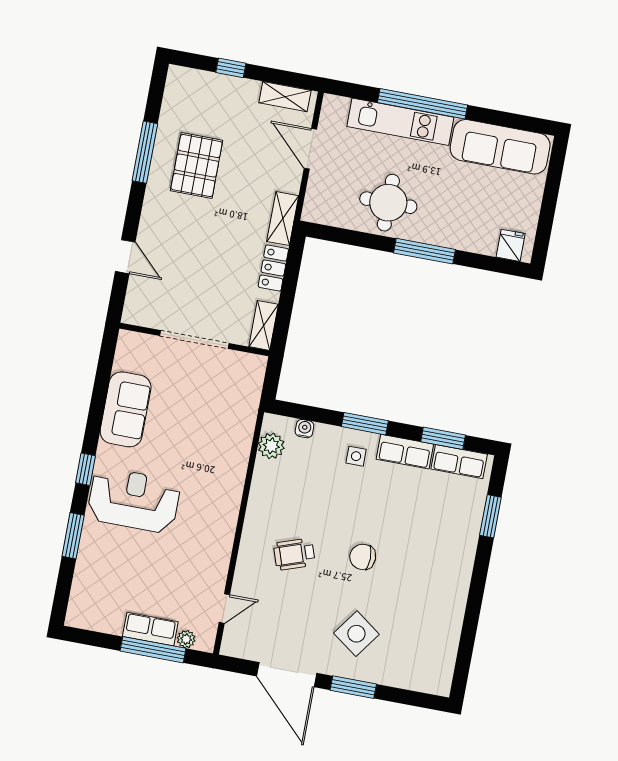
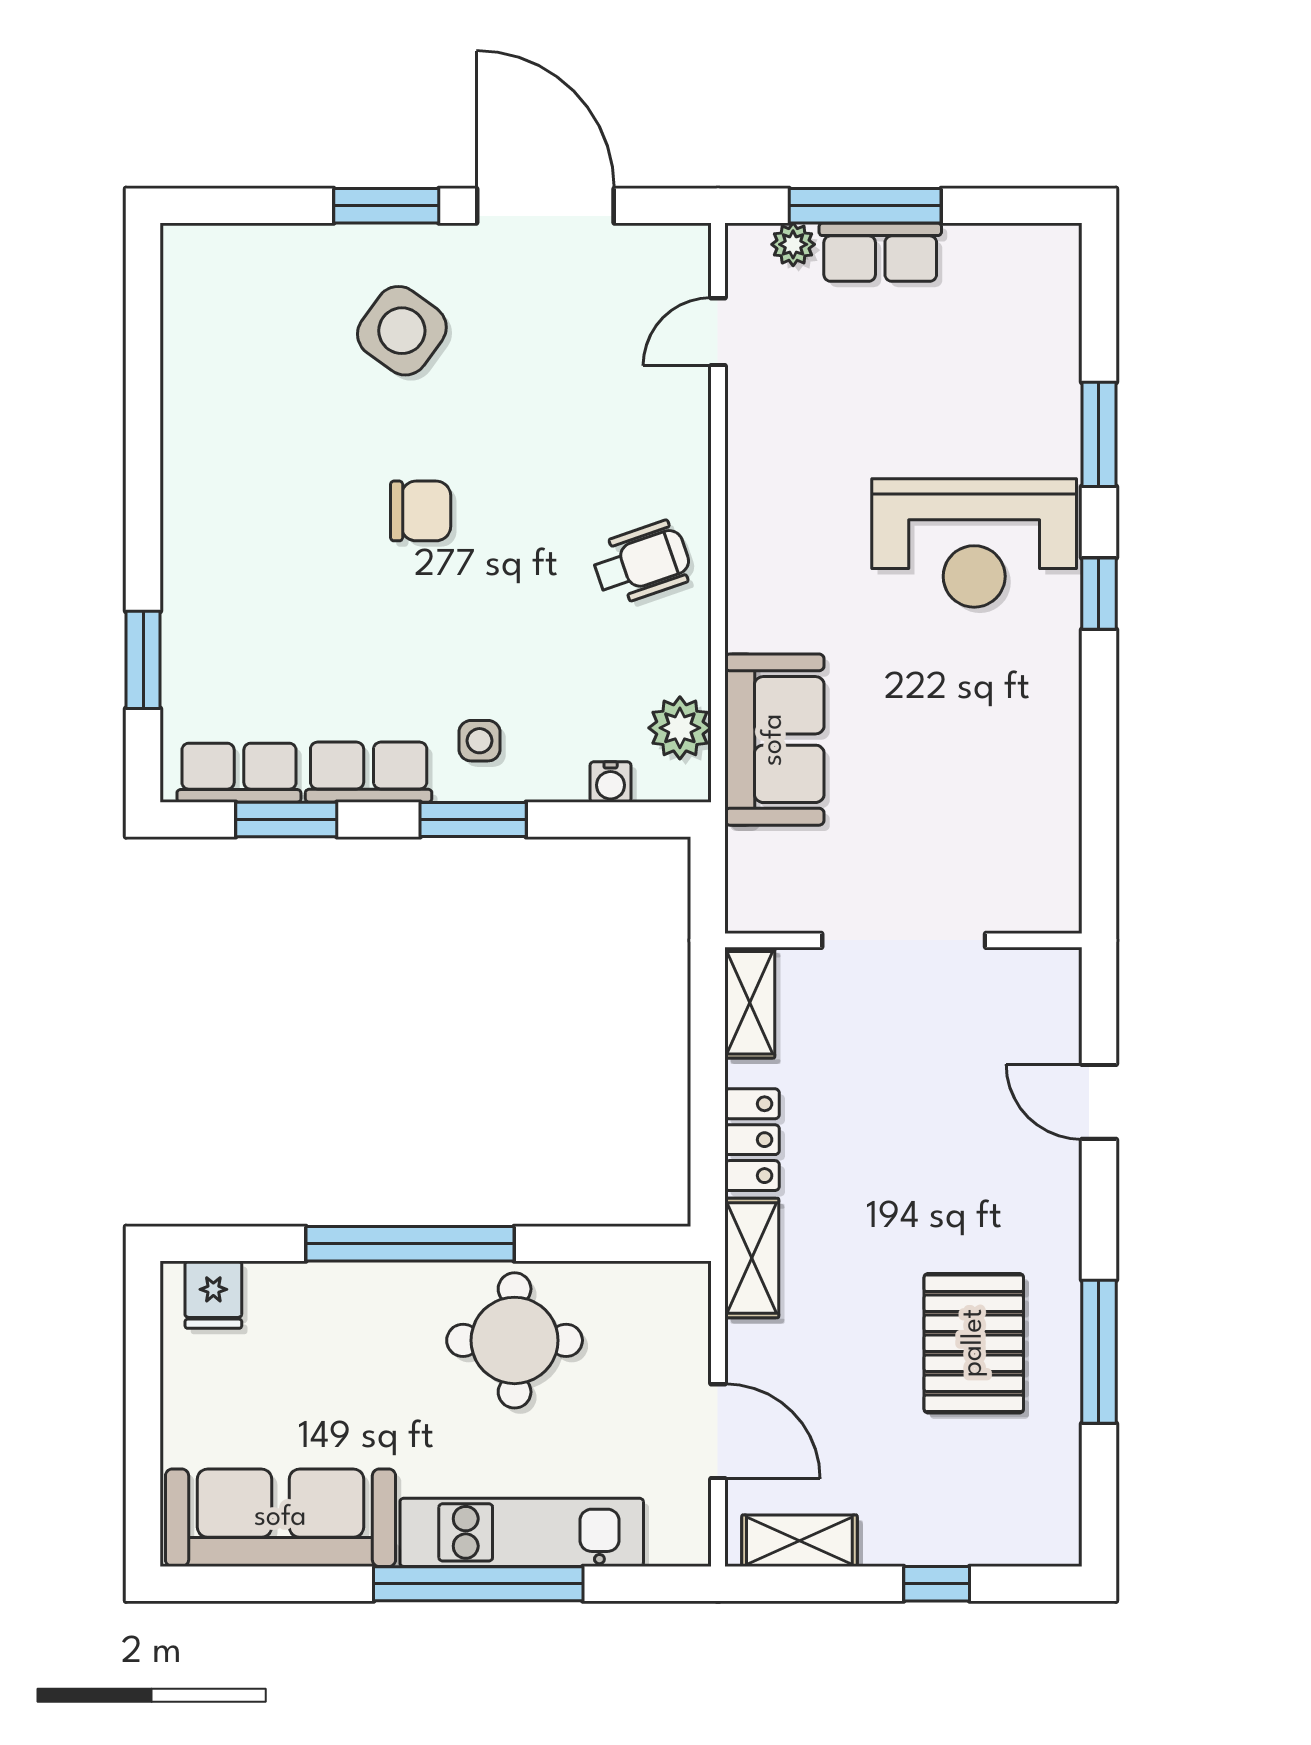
window: (424, 251) -> (410, 1244), width x1.46
sofa: (126, 409) -> (774, 740), moved, turned 180
wheelchair: (294, 554) -> (642, 563), moved

